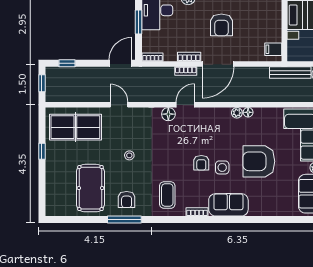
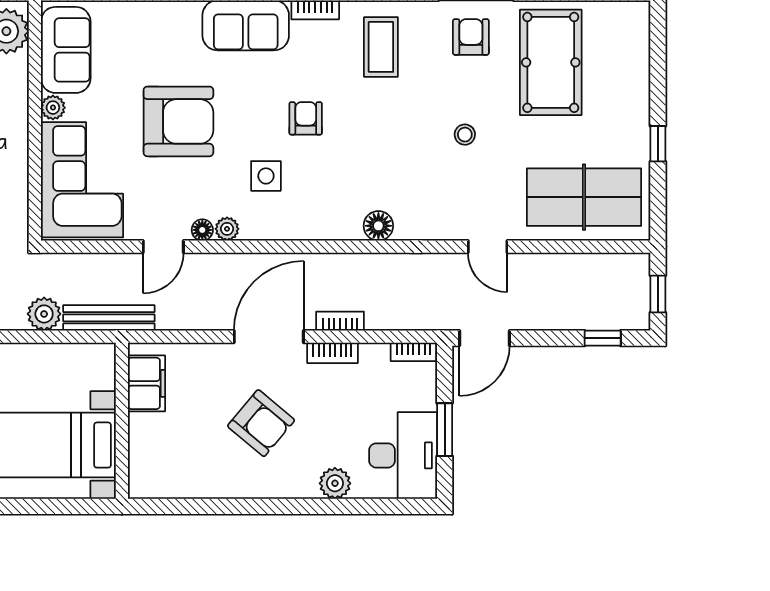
armchair: (221, 25) -> (261, 423), turned 130
filing cabinet: (273, 49) -> (147, 383), width x2.00
door: (185, 105) -> (163, 247), moved
side table: (222, 167) -> (266, 176), moved

